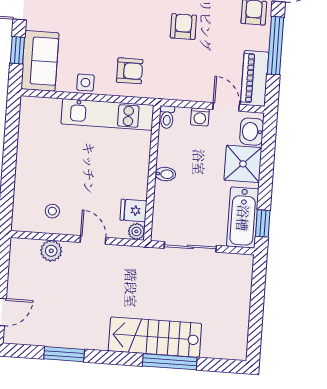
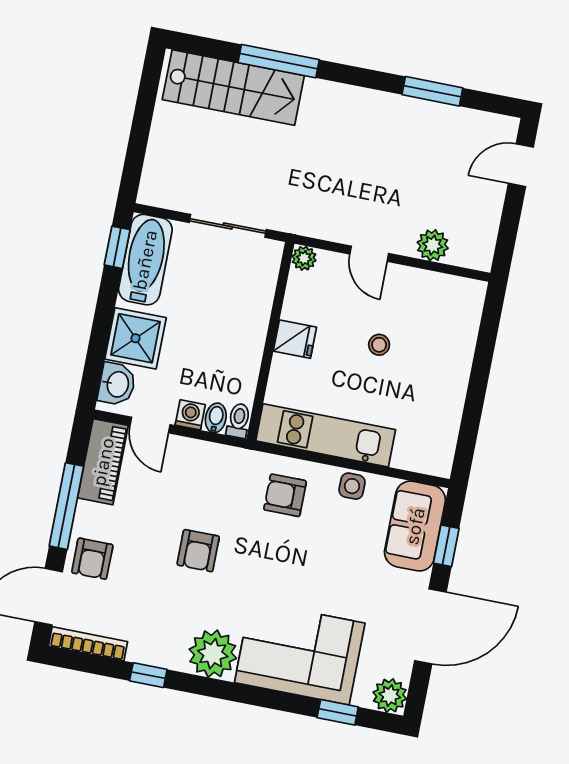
bidet: (165, 174) -> (216, 418), moved, turned 90
fridge: (133, 210) -> (295, 339), moved
stool: (52, 211) -> (379, 345), moved
stairs: (155, 337) -> (233, 88), moved

